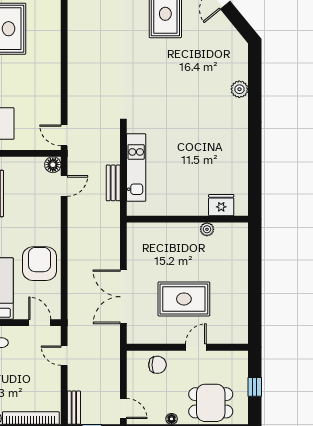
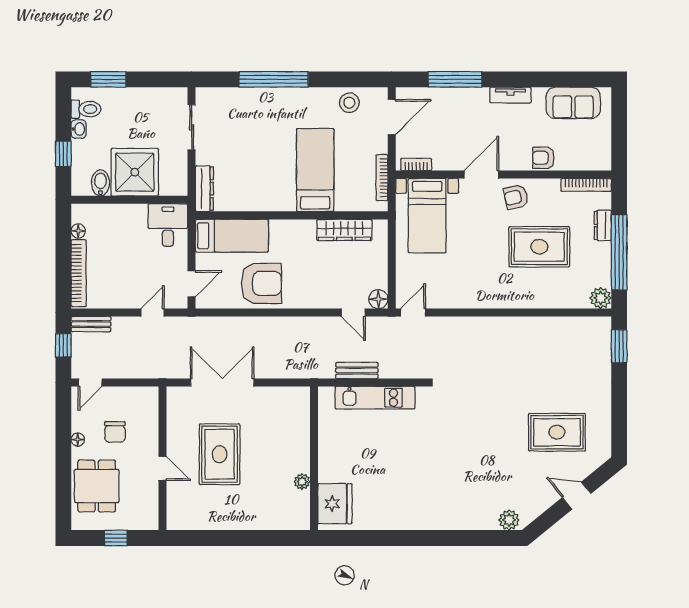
plant: (239, 89) -> (509, 520), moved
fridge: (221, 205) -> (335, 504), width x1.36, depth x1.34
chair: (157, 365) -> (115, 432), moved

